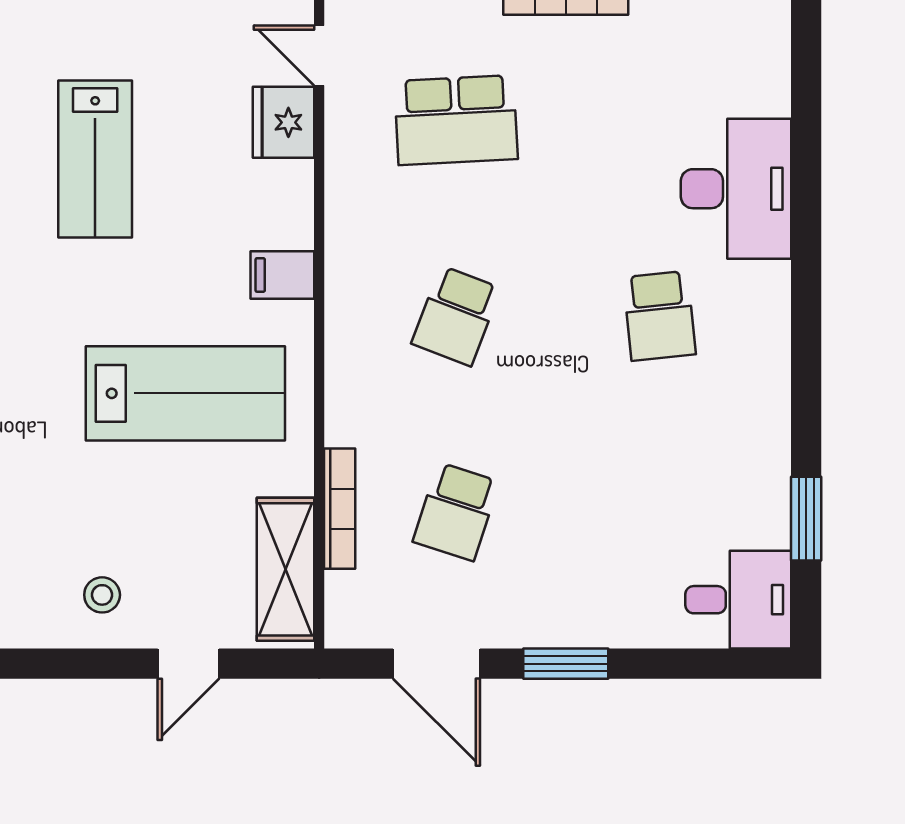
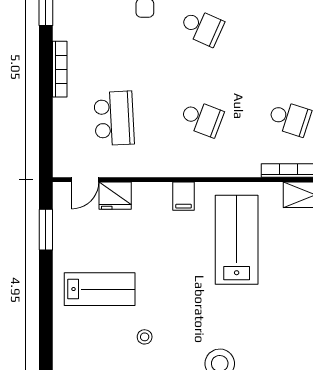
lab bench: (95, 159) -> (100, 289), moved
school desk: (659, 316) -> (202, 27), turned 30

